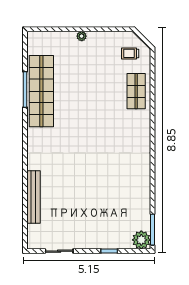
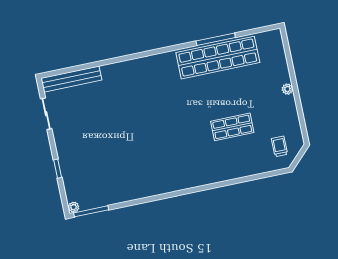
shop shelf: (136, 91) -> (232, 127), moved
bench: (33, 197) -> (71, 79), moved
plant: (141, 240) -> (74, 207), width x0.53, depth x0.53

